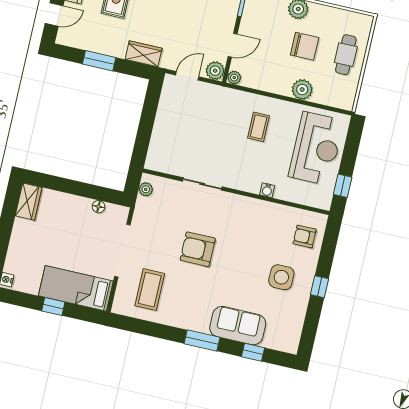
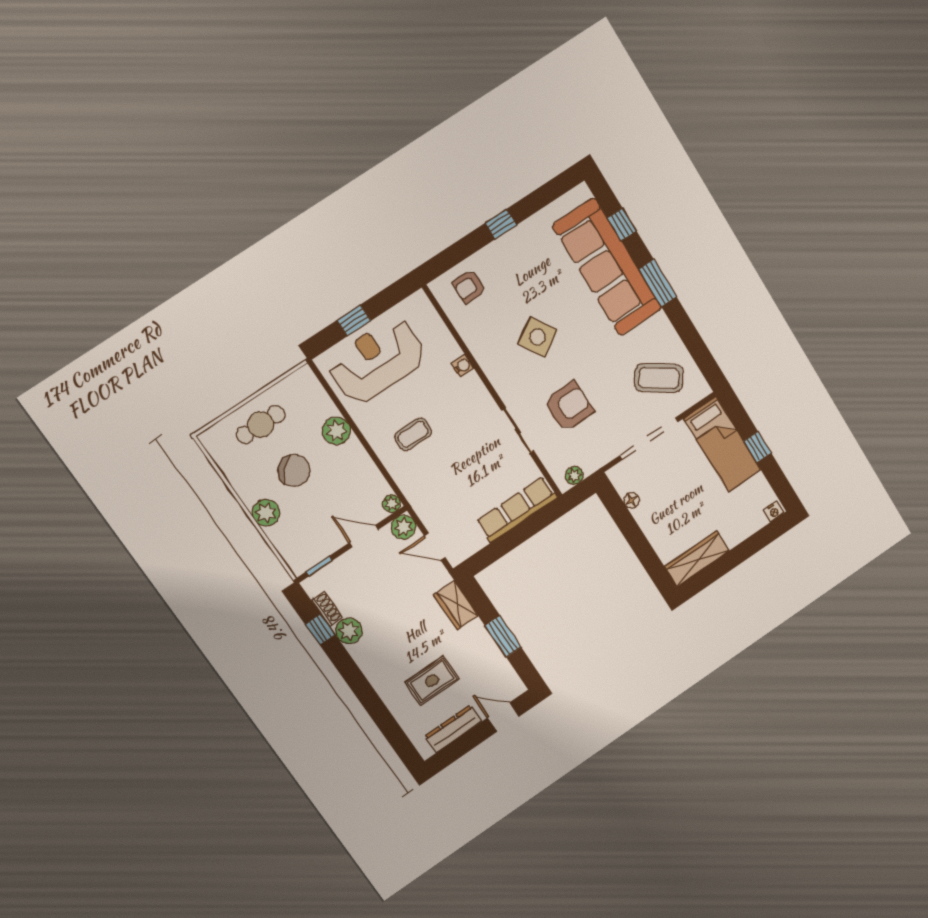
chair: (305, 46) -> (294, 471), turned 135
row of seats: (160, 140) -> (517, 509), added
window: (343, 186) -> (354, 320), moved
wardrobe: (29, 202) -> (697, 559), width x1.50
armchair: (305, 237) -> (469, 286), turned 90
armchair: (198, 249) -> (569, 406), moved, turned -90
side table: (281, 277) -> (538, 337), moved, turned -31
coffee table: (150, 290) -> (659, 378), turned 35
sofa: (238, 326) -> (607, 267), width x1.85, depth x1.27

